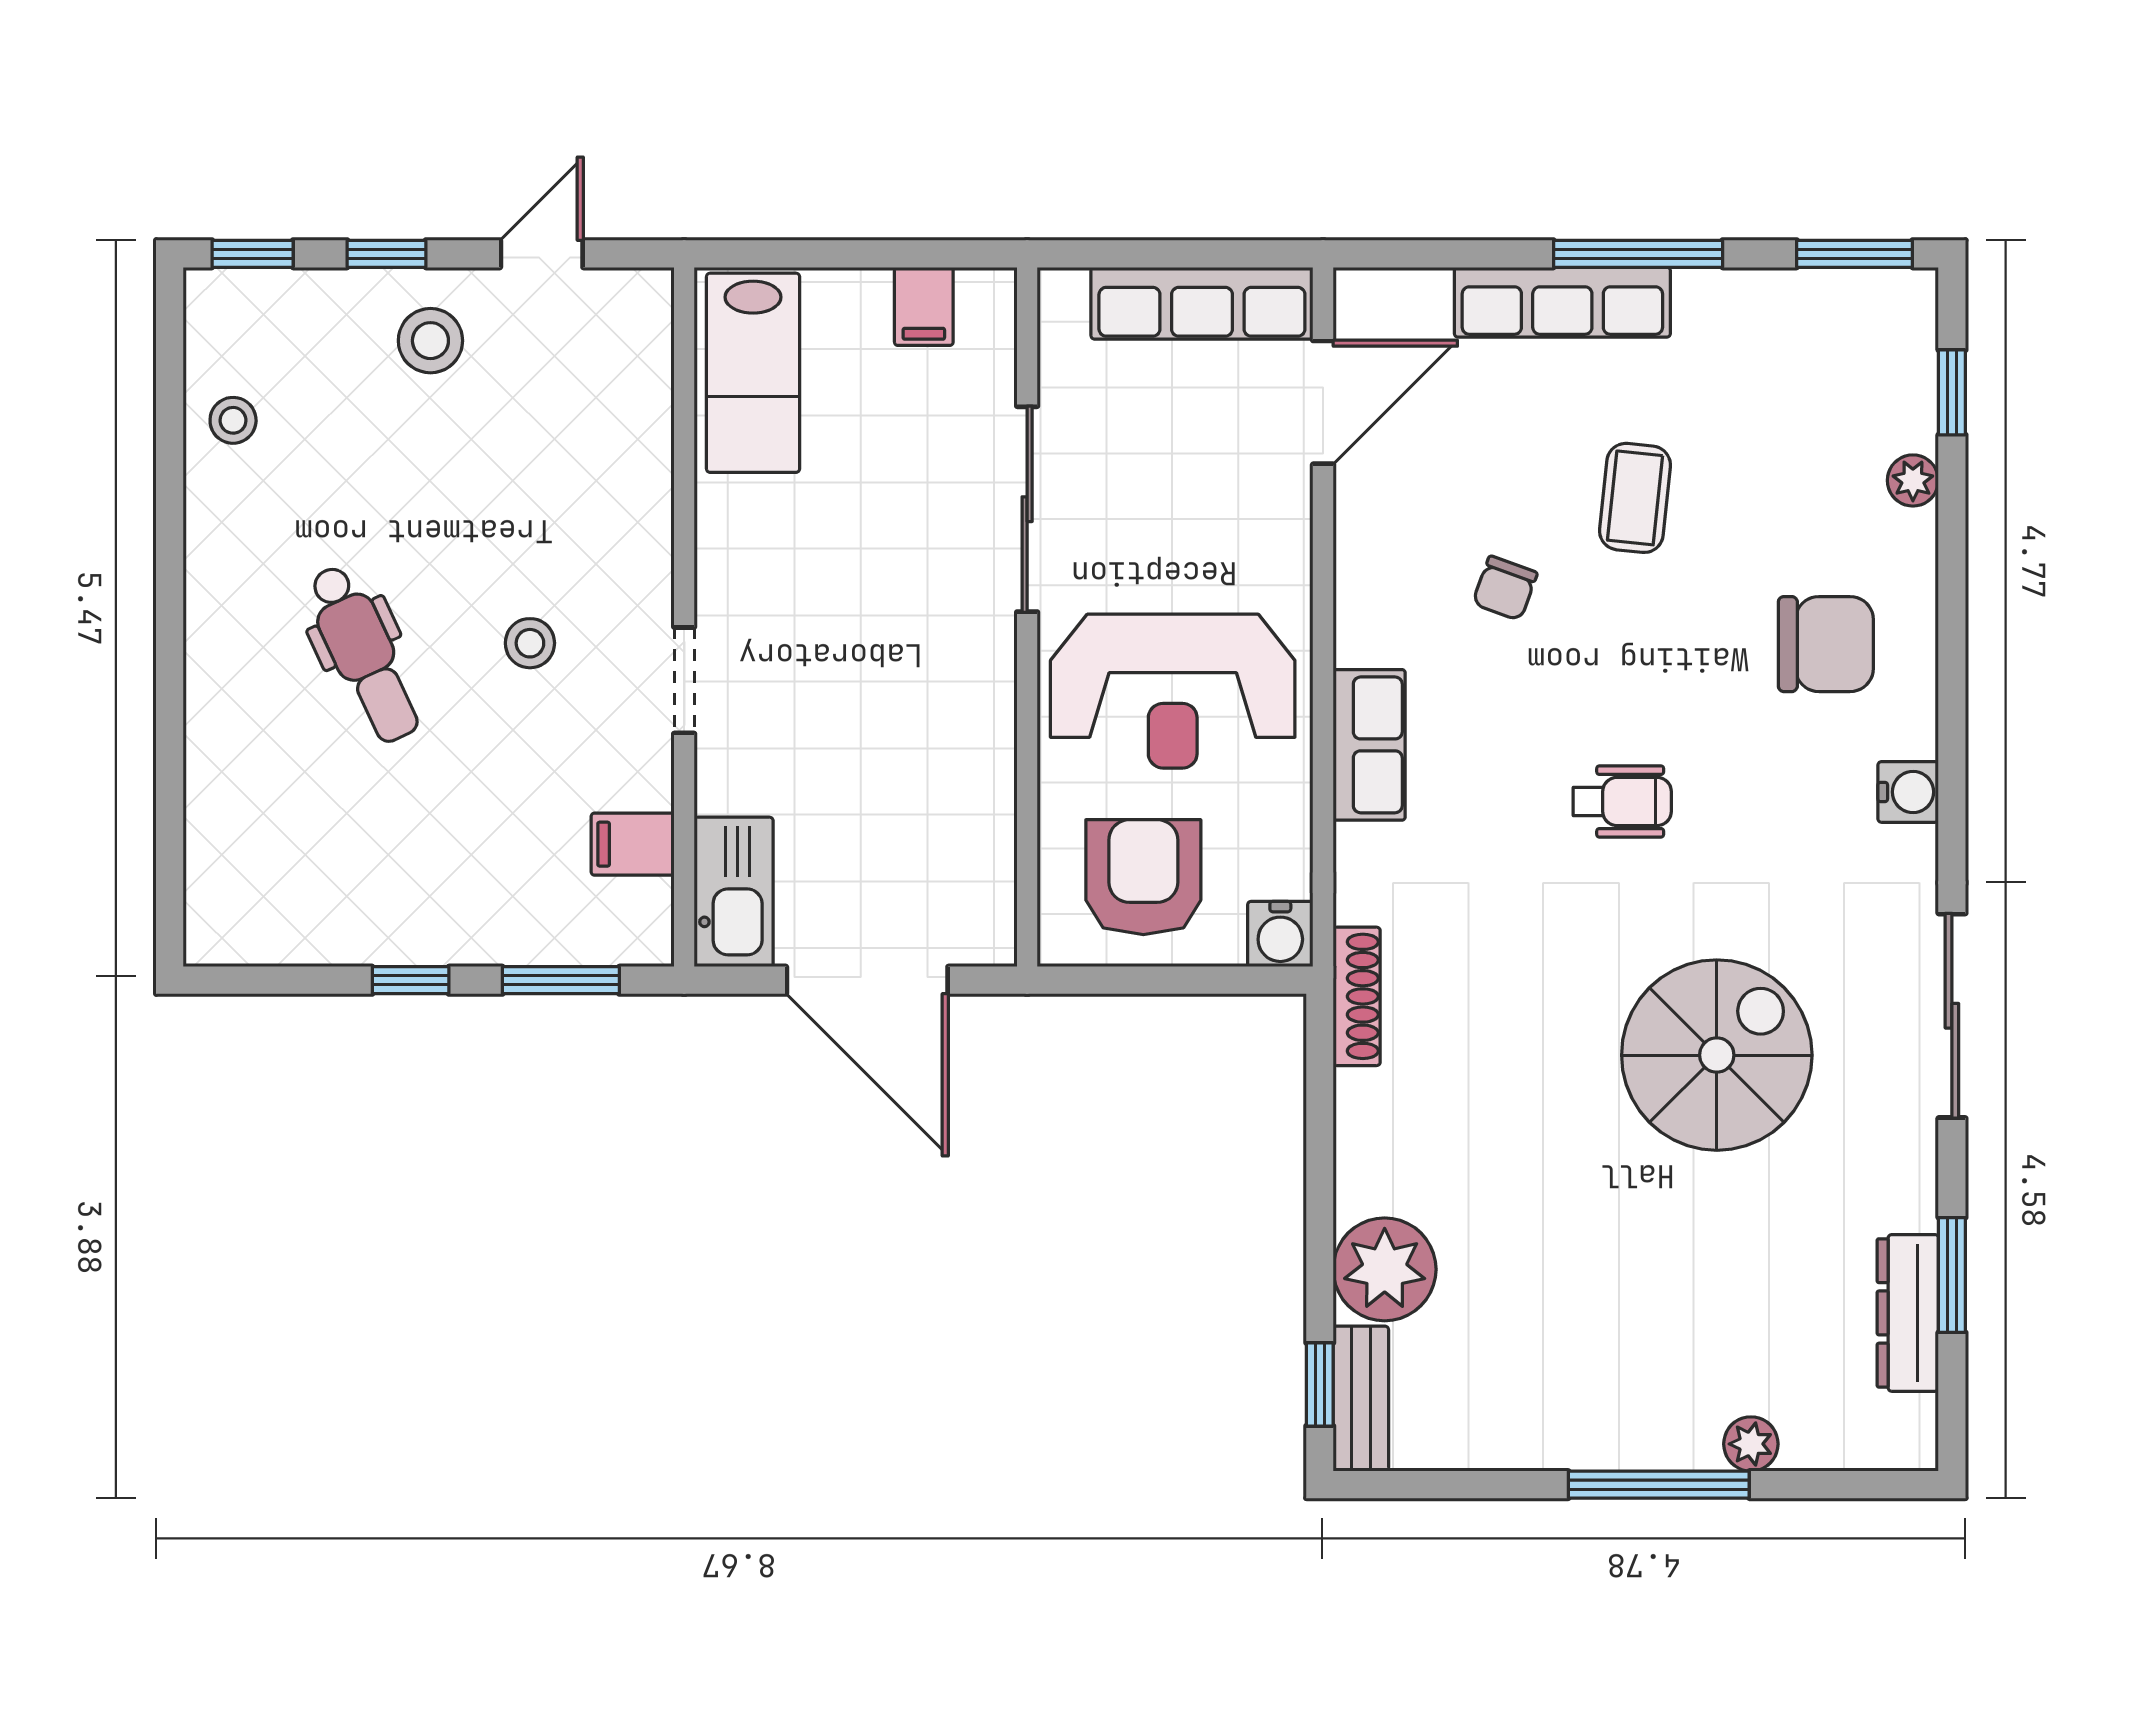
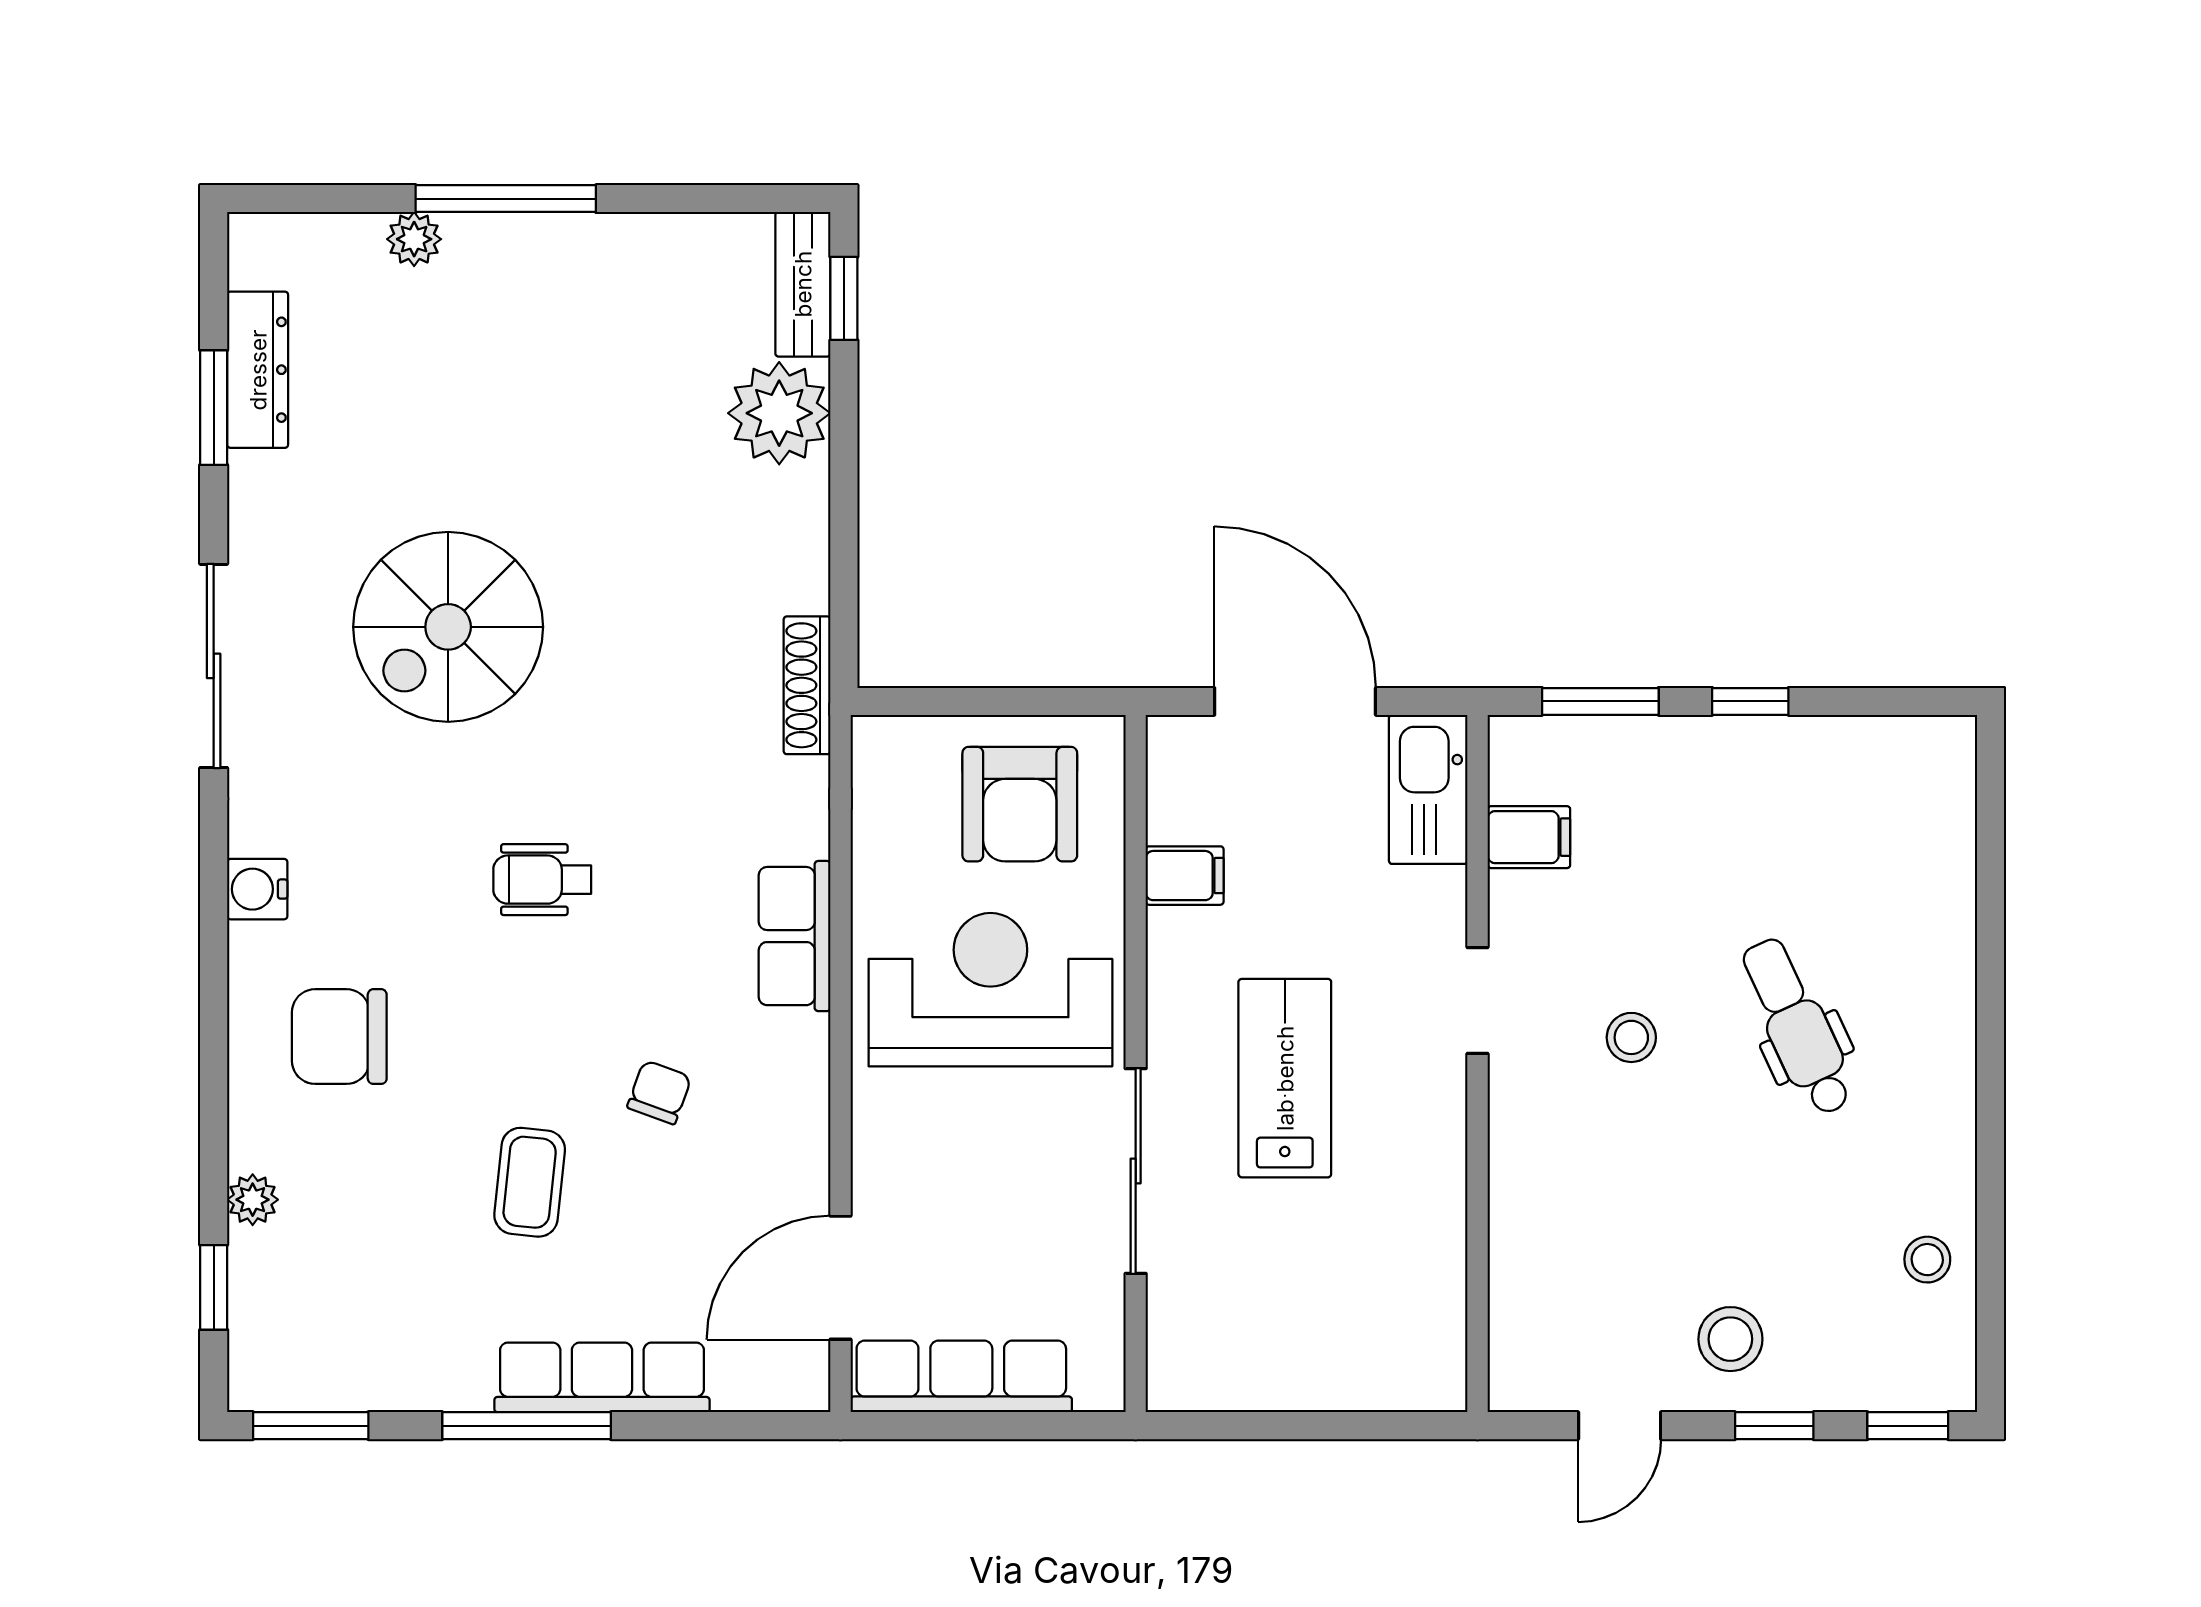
filing cabinet: (924, 306) -> (1185, 876), moved, turned 90
lab bench: (753, 373) -> (1285, 1078), moved
water cooler: (1280, 934) -> (883, 747), removed

